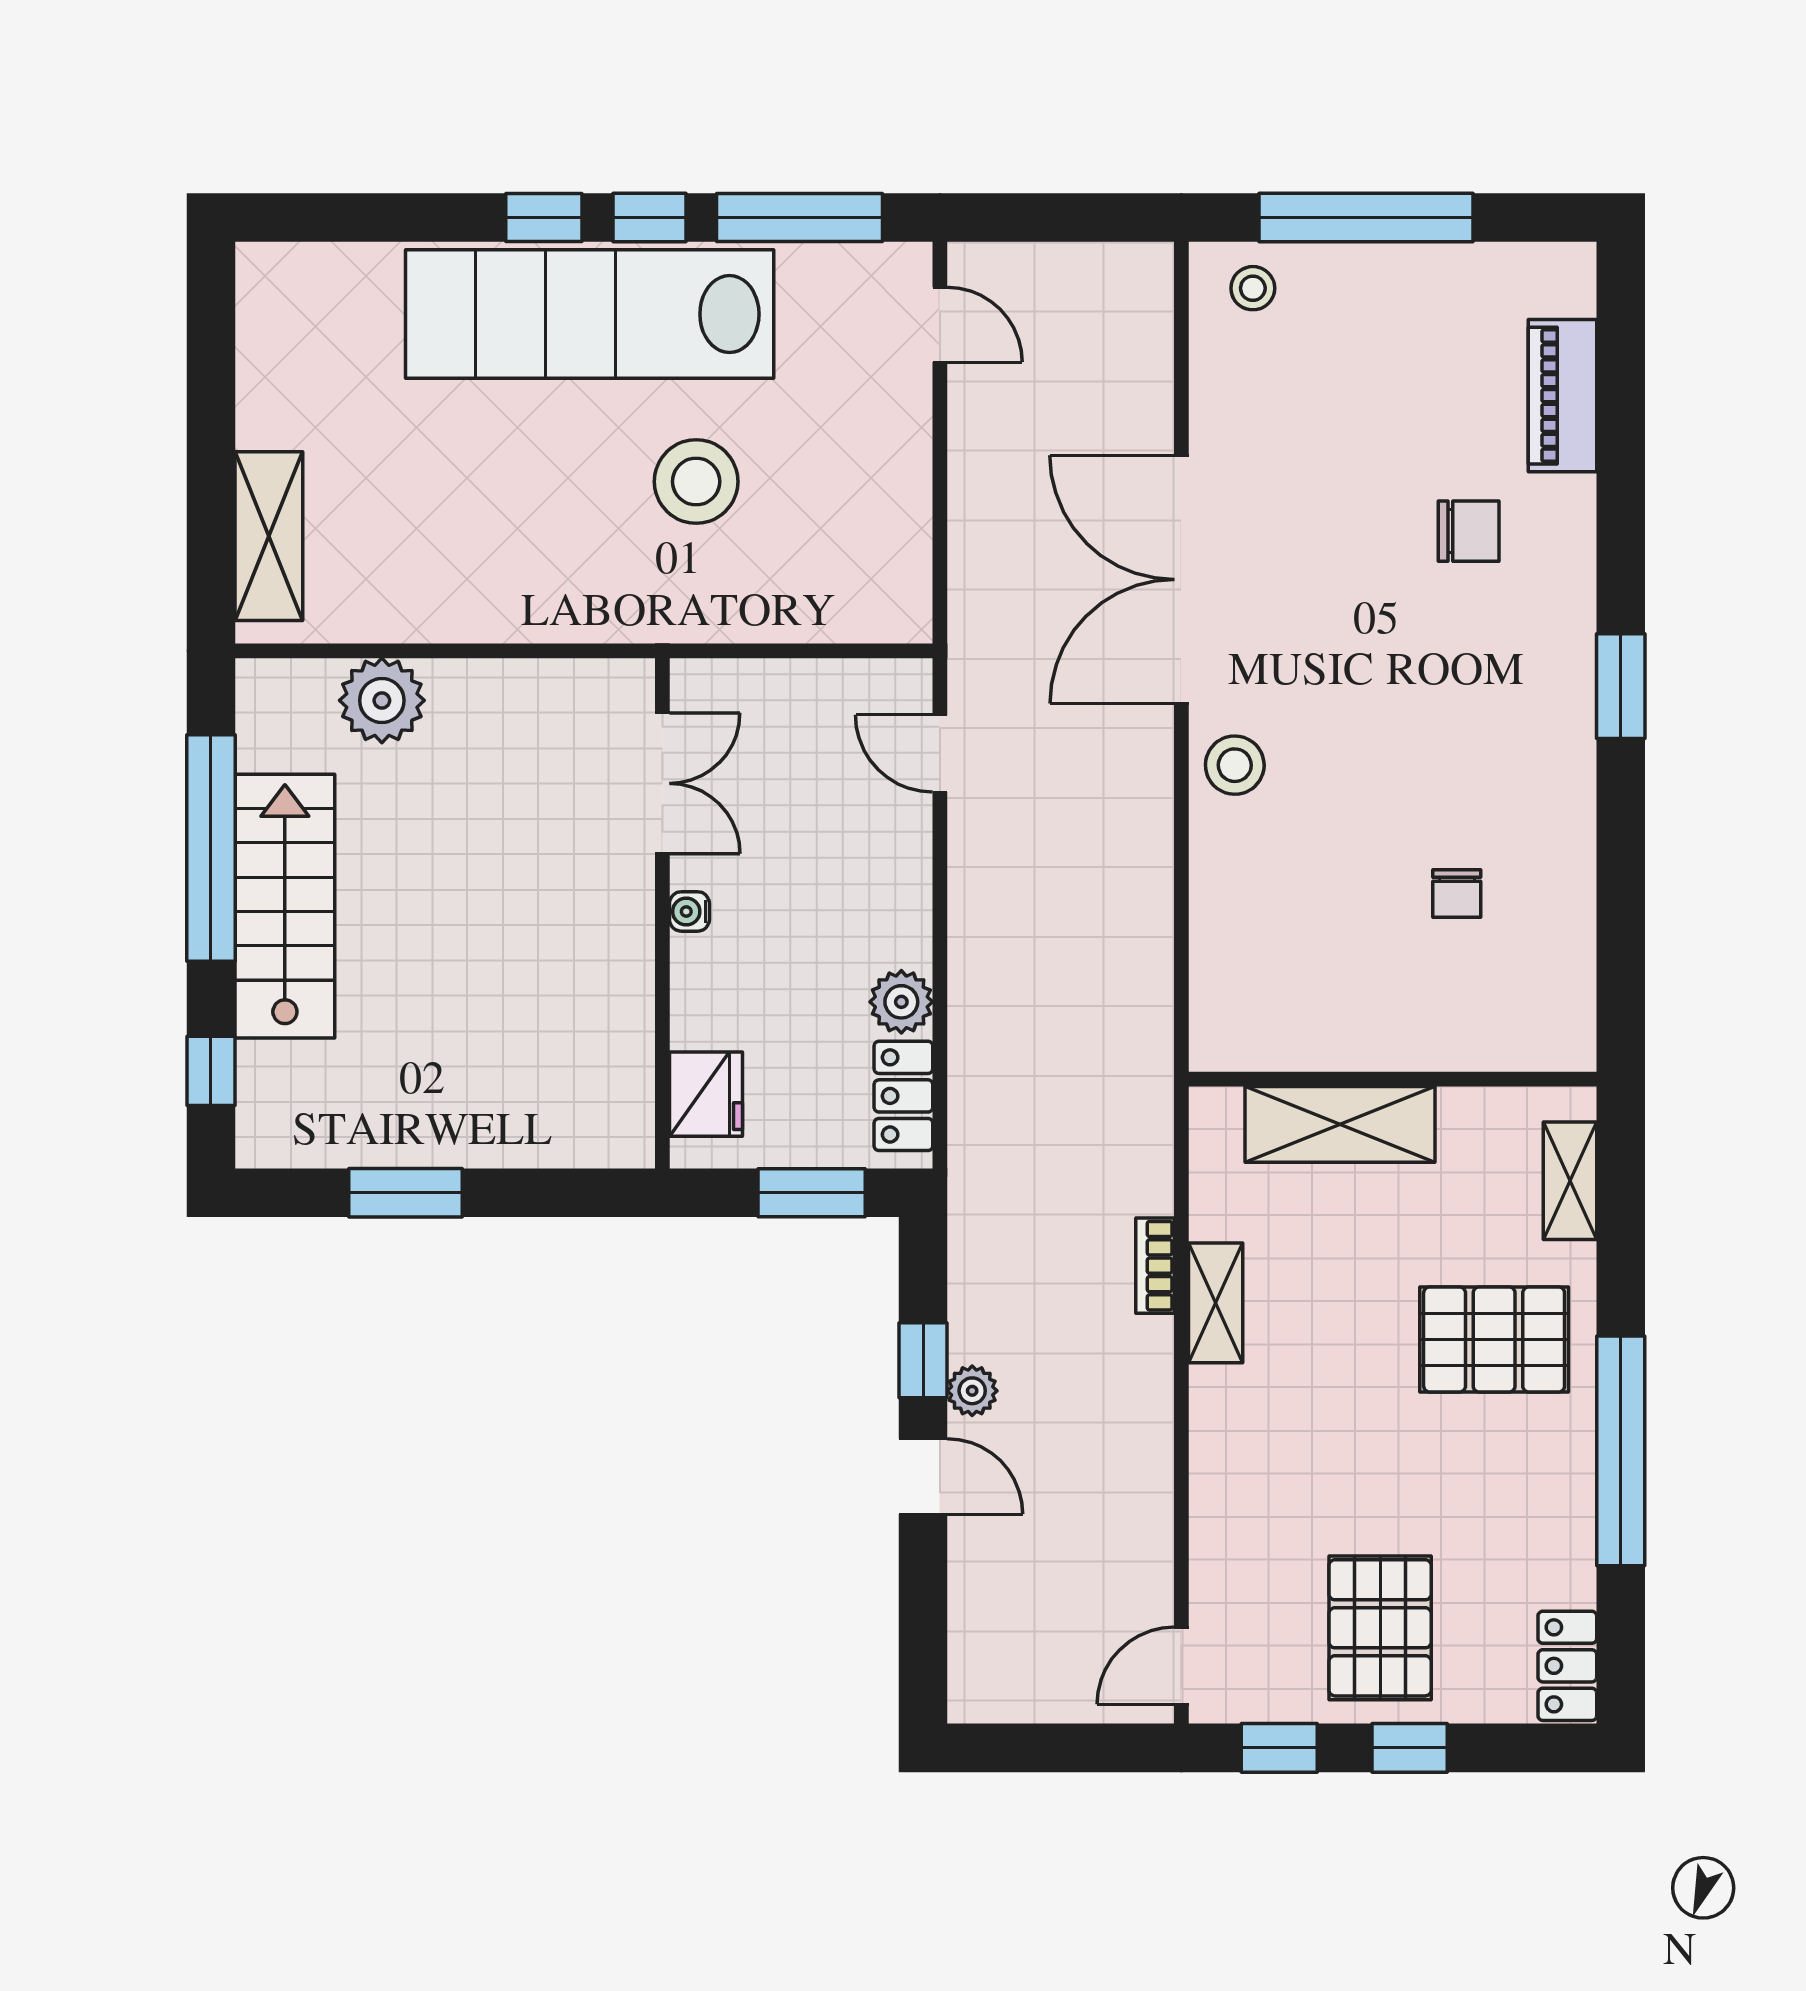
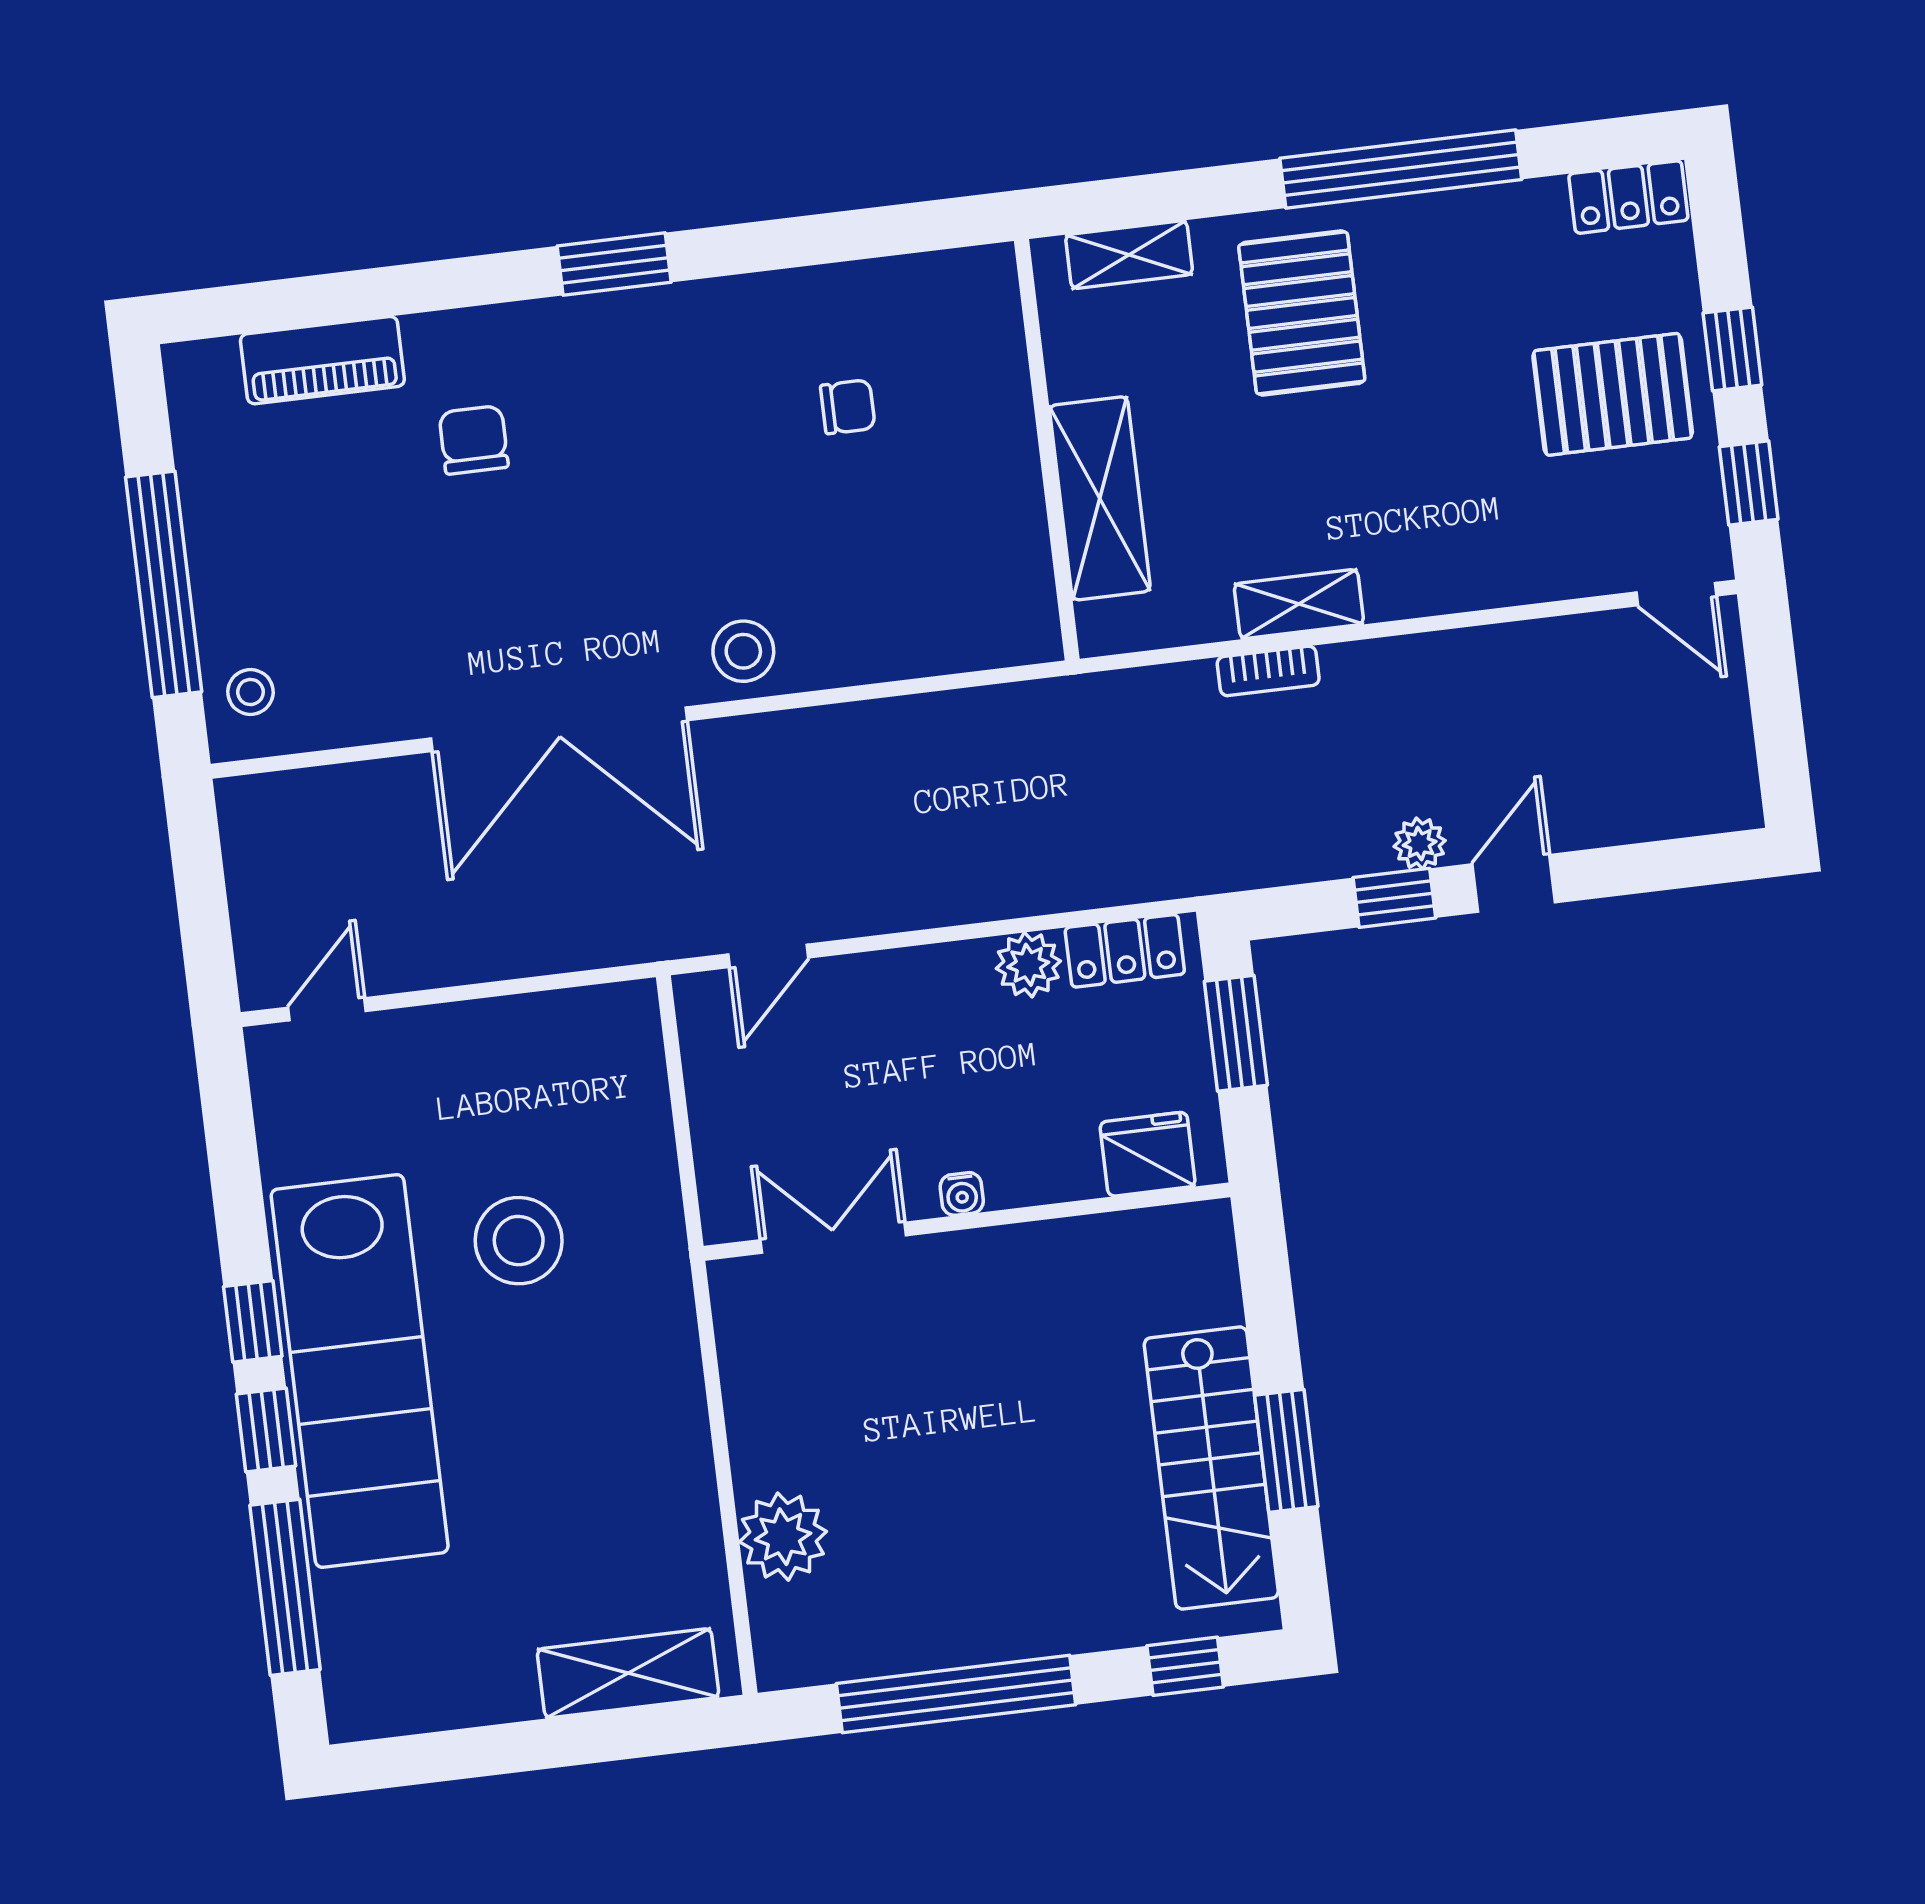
window: (799, 217) -> (285, 1587), moved
stairs: (285, 906) -> (1211, 1468), moved, turned -90

